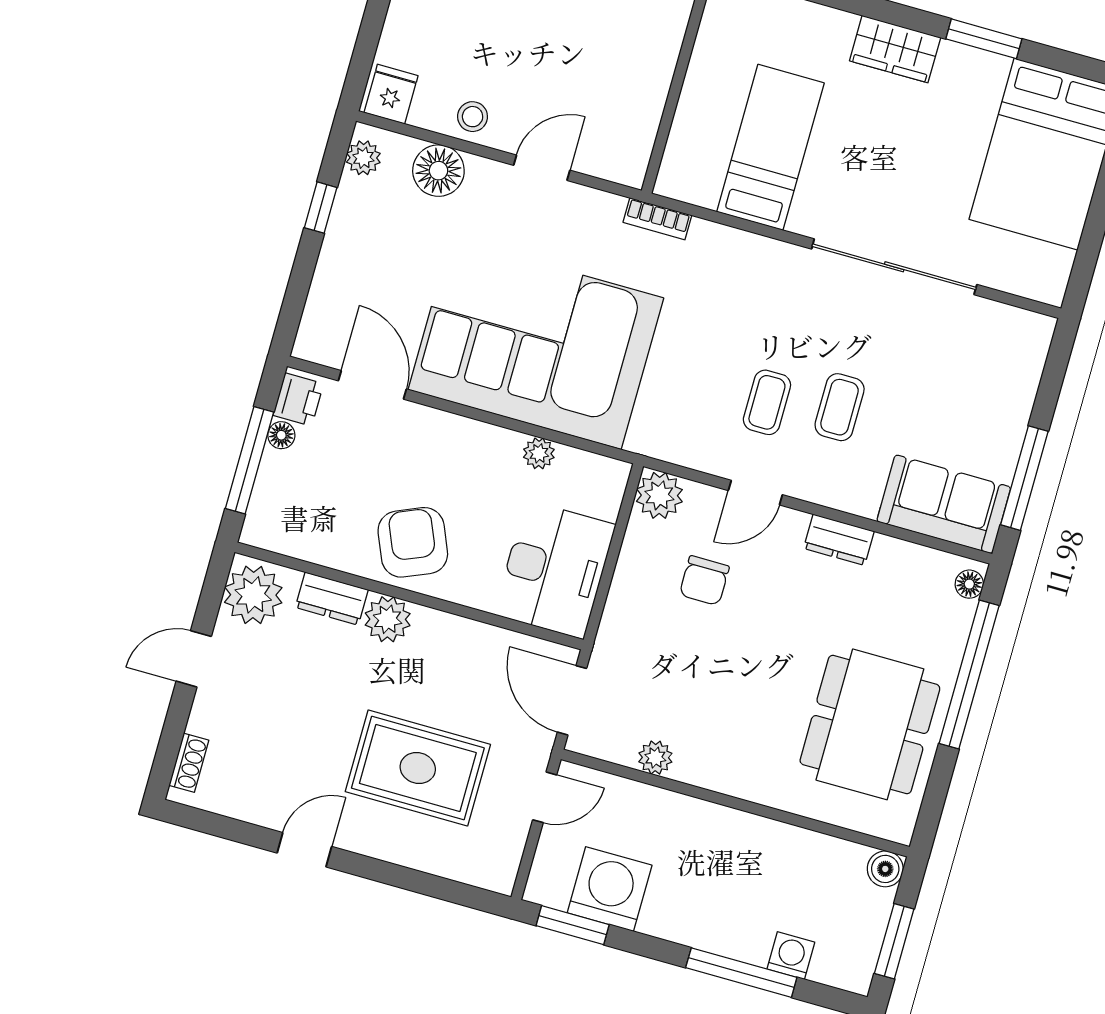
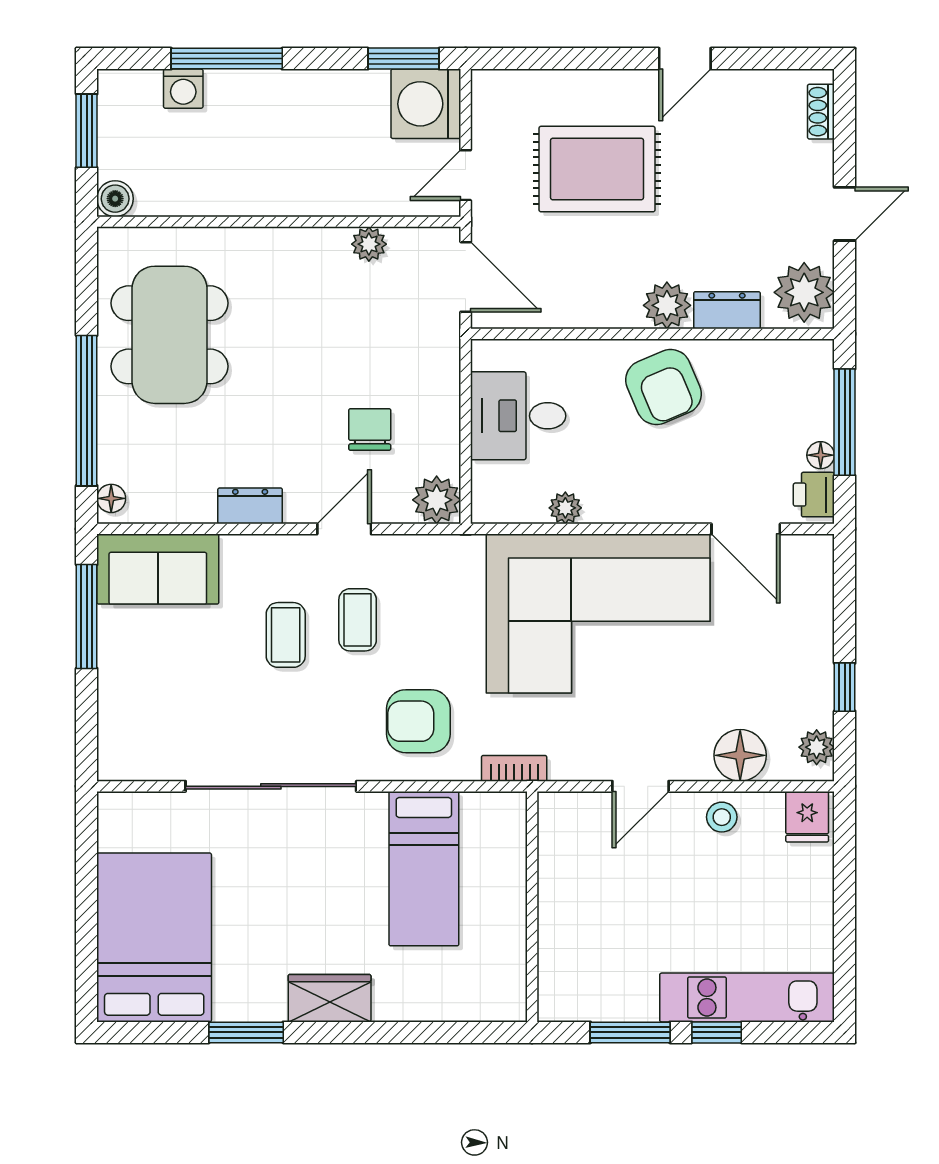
armchair: (736, 289) -> (418, 721), added
desk: (555, 570) -> (518, 416), width x0.73
washing machine: (610, 889) -> (426, 104), moved, turned 90

